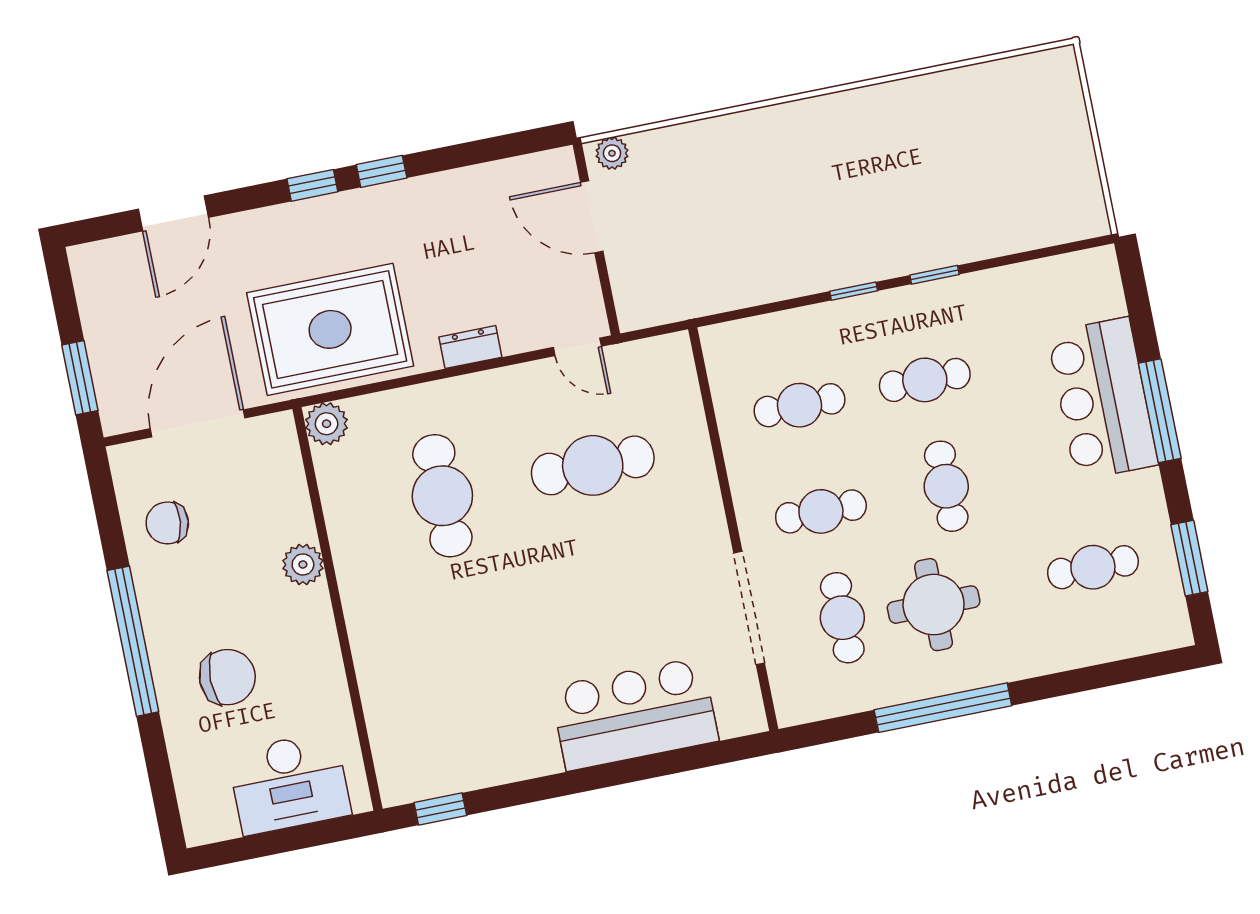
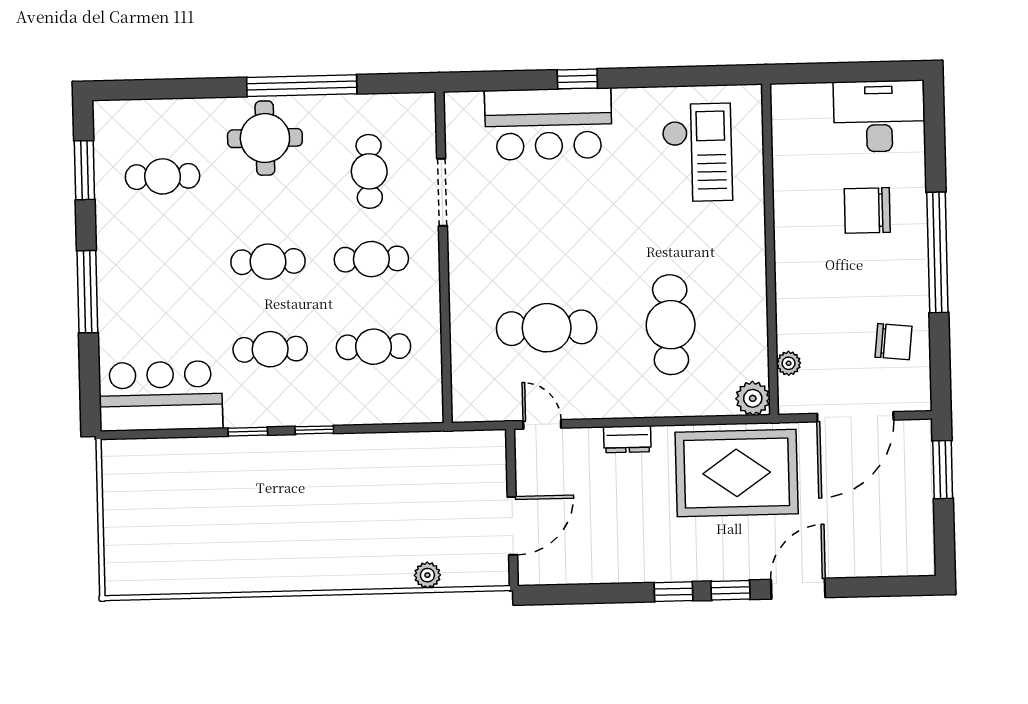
plant: (612, 153) -> (427, 575), moved
door: (173, 213) -> (798, 589), moved
door: (592, 217) -> (512, 526), hinge flipped
bar counter: (1103, 399) -> (161, 396), moved, turned -90
cafe table: (946, 486) -> (268, 262), turned 90
plant: (303, 564) -> (789, 363), moved, width x0.73, depth x0.73
round table: (934, 605) -> (265, 138), moved
doorway: (749, 608) -> (442, 192), width x0.73
checkout: (447, 711) -> (697, 153), added
desk: (289, 783) -> (879, 116), moved
window: (440, 809) -> (577, 79), moved

